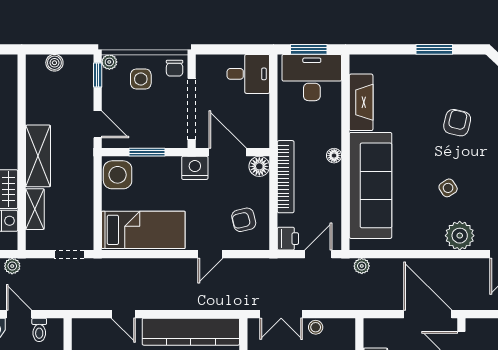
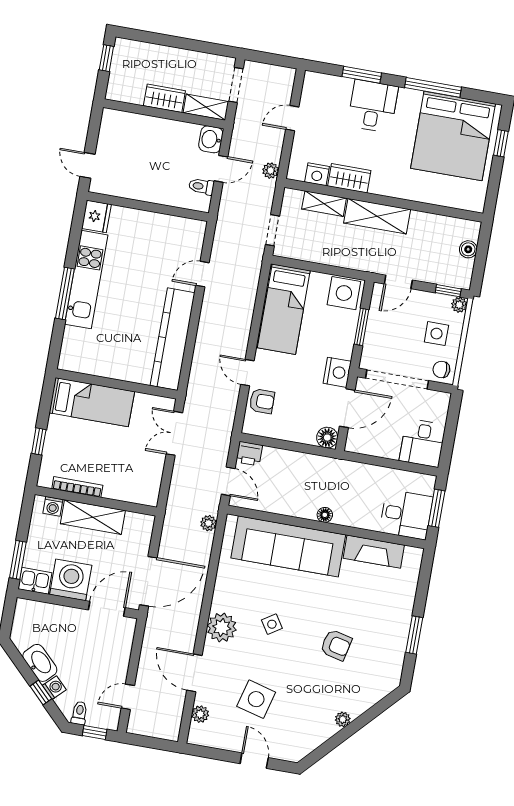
desk: (312, 78) -> (406, 514), width x0.73
bookcase: (286, 177) -> (312, 462), removed
armchair: (244, 220) -> (262, 401), moved, turned 104
stool: (316, 327) -> (155, 466), removed

